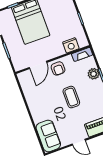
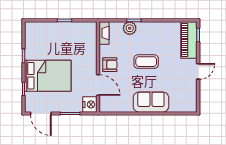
nightstand: (71, 45) -> (90, 104), moved
sofa: (48, 136) -> (151, 102), moved

